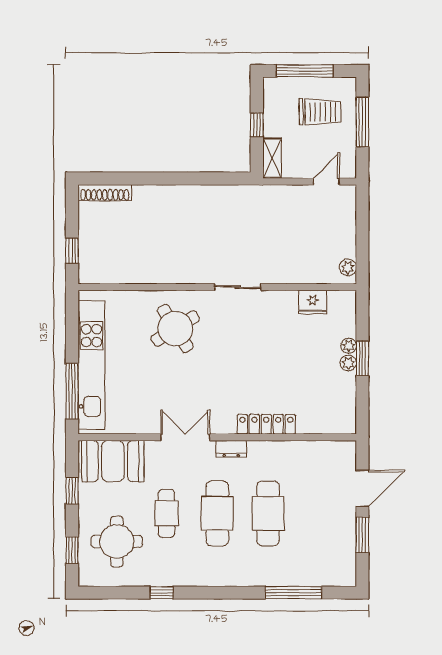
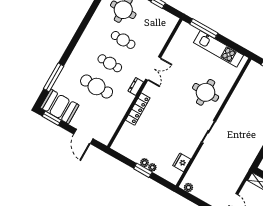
round table: (175, 329) -> (206, 92), turned 32
kitchen unit: (91, 365) -> (219, 49), width x0.73
booth: (113, 461) -> (60, 106), moved, turned 90
cafe table: (217, 513) -> (110, 63), width x0.73, depth x0.74
window: (362, 535) -> (52, 118), moved
window: (162, 593) -> (88, 17), removed

